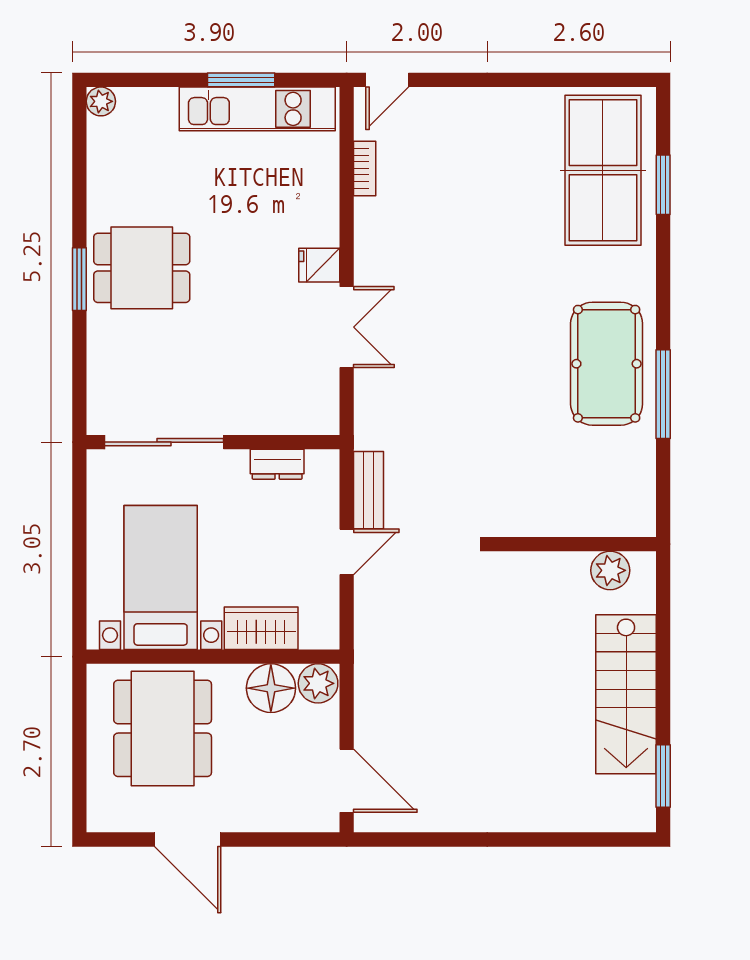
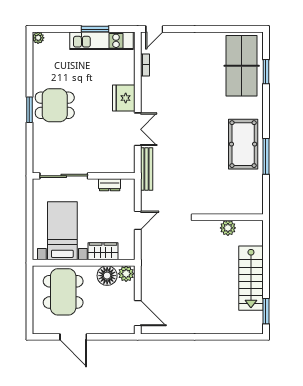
fridge: (319, 265) -> (124, 98), width x1.88, depth x1.34
bench: (368, 490) -> (147, 169), moved, width x1.36
plant: (610, 570) -> (228, 228), moved

